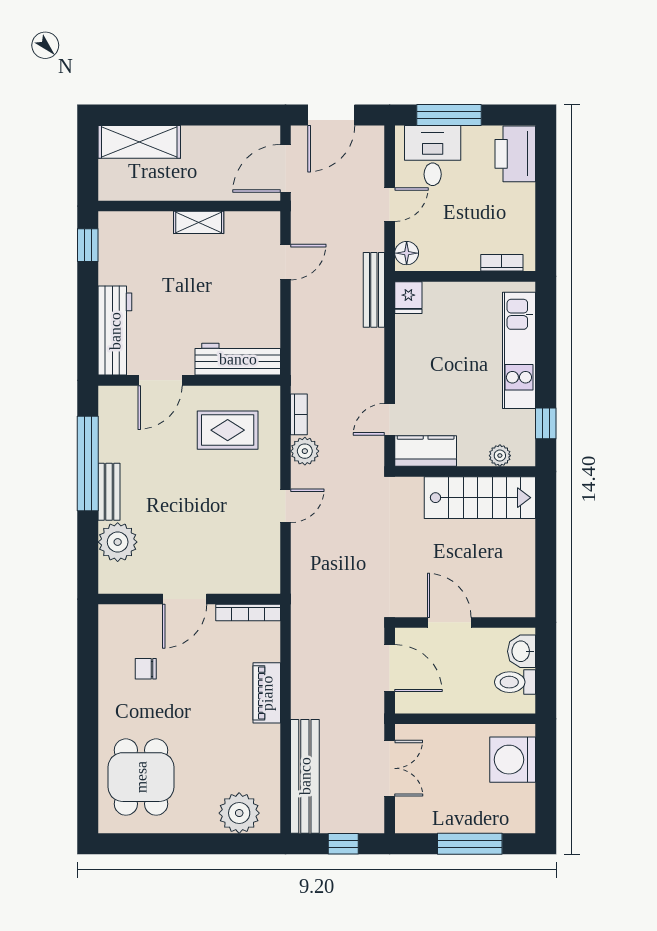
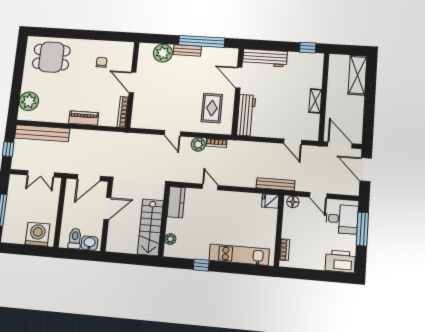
kitchen counter: (426, 451) -> (176, 202), moved
plant: (500, 456) -> (170, 239), moved
wall: (465, 472) -> (164, 221), moved
stairs: (480, 498) -> (150, 227), moved

